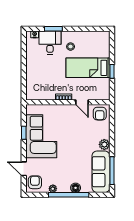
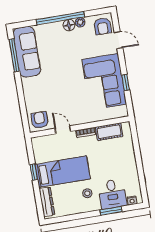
dresser: (105, 45) -> (47, 202), added
cot: (44, 94) -> (109, 132), added
plant: (104, 144) -> (28, 84), removed
floor lamp: (76, 188) -> (69, 25), moved

